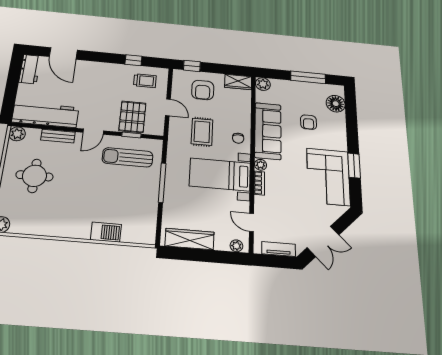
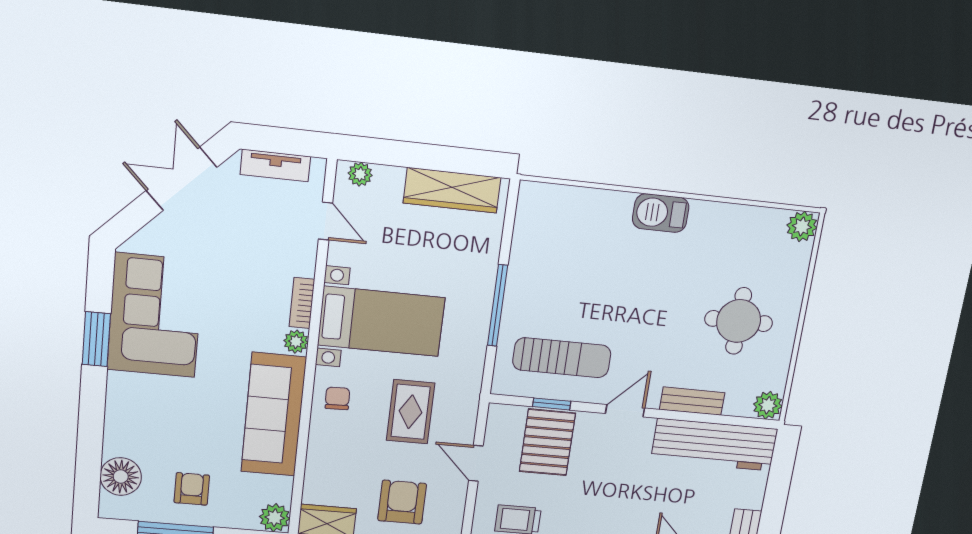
armchair: (308, 122) -> (192, 489), moved
barbecue: (106, 232) -> (661, 213), moved

